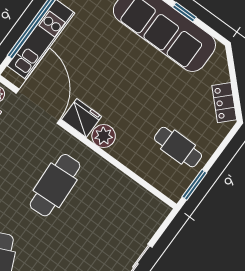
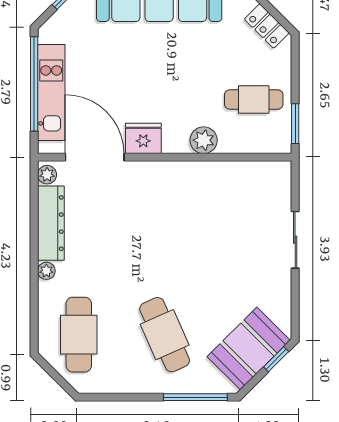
plant: (104, 136) -> (204, 140), moved
cafe table: (55, 185) -> (165, 220), removed

